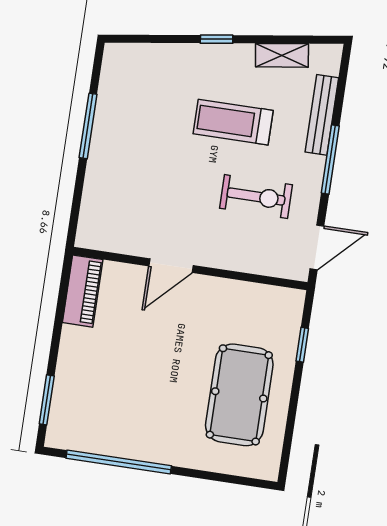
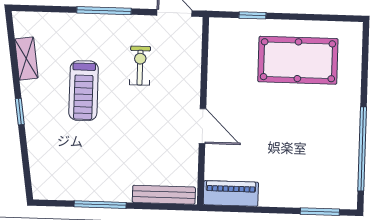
bench: (322, 115) -> (164, 195), moved
exercise bike: (256, 197) -> (140, 66), width x0.73, depth x0.72

